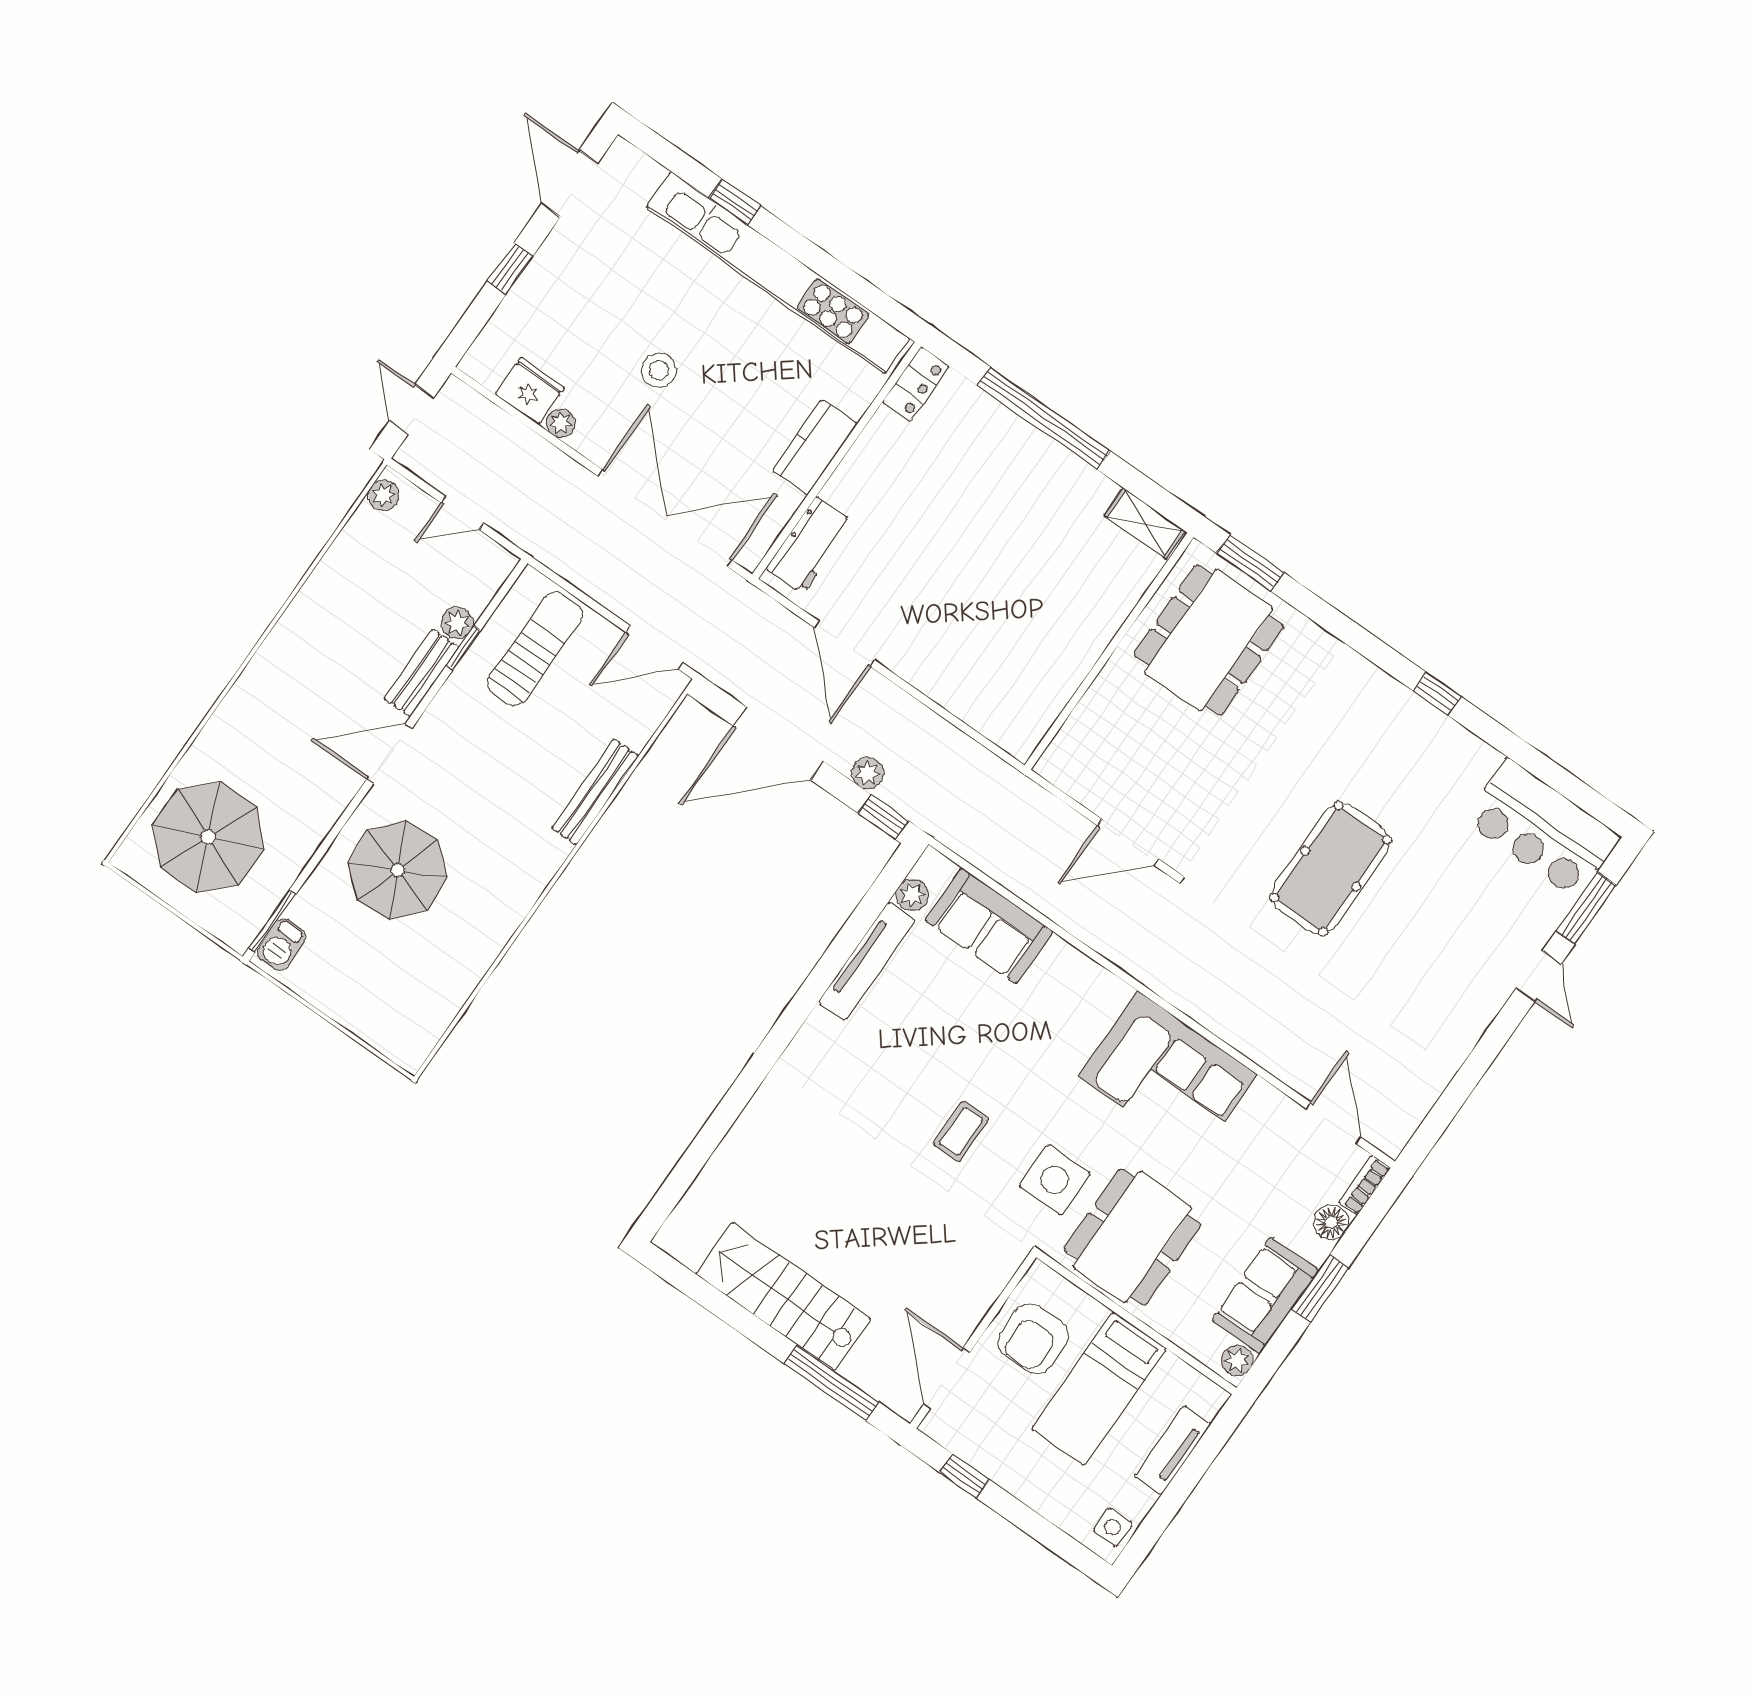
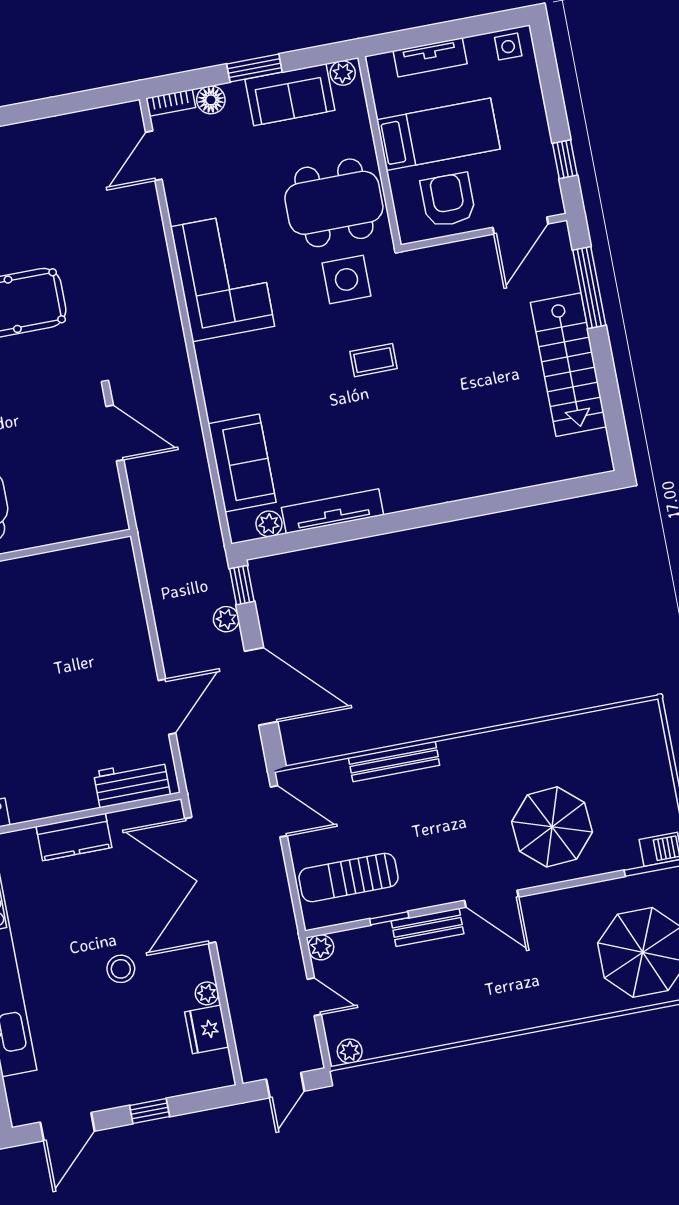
plant: (457, 623) -> (321, 947), moved
armchair: (1033, 1339) -> (448, 200), turned -90

